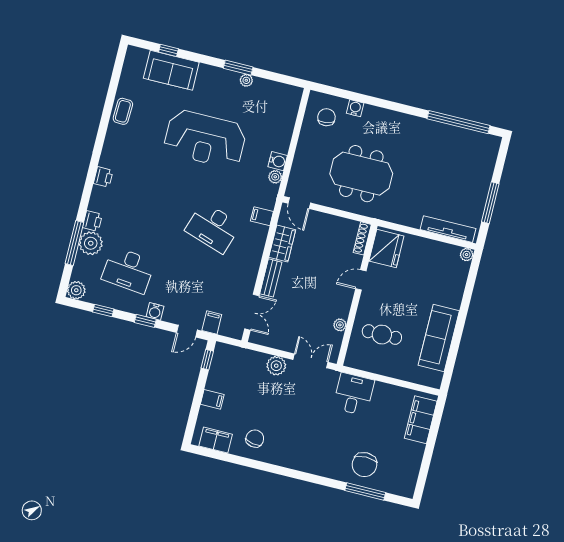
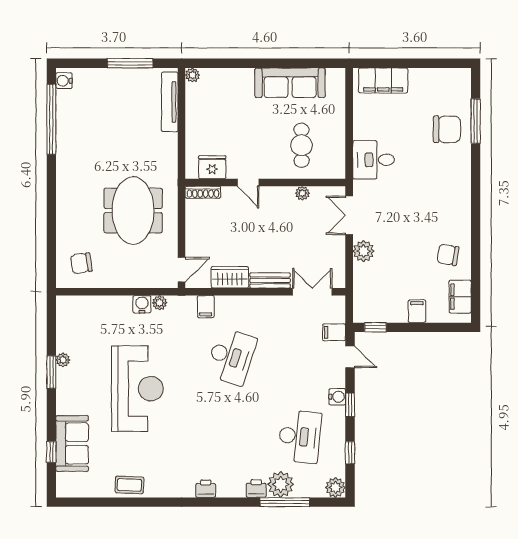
water cooler: (355, 108) -> (64, 81), moved
fridge: (386, 249) -> (212, 167), width x0.73, depth x0.75

